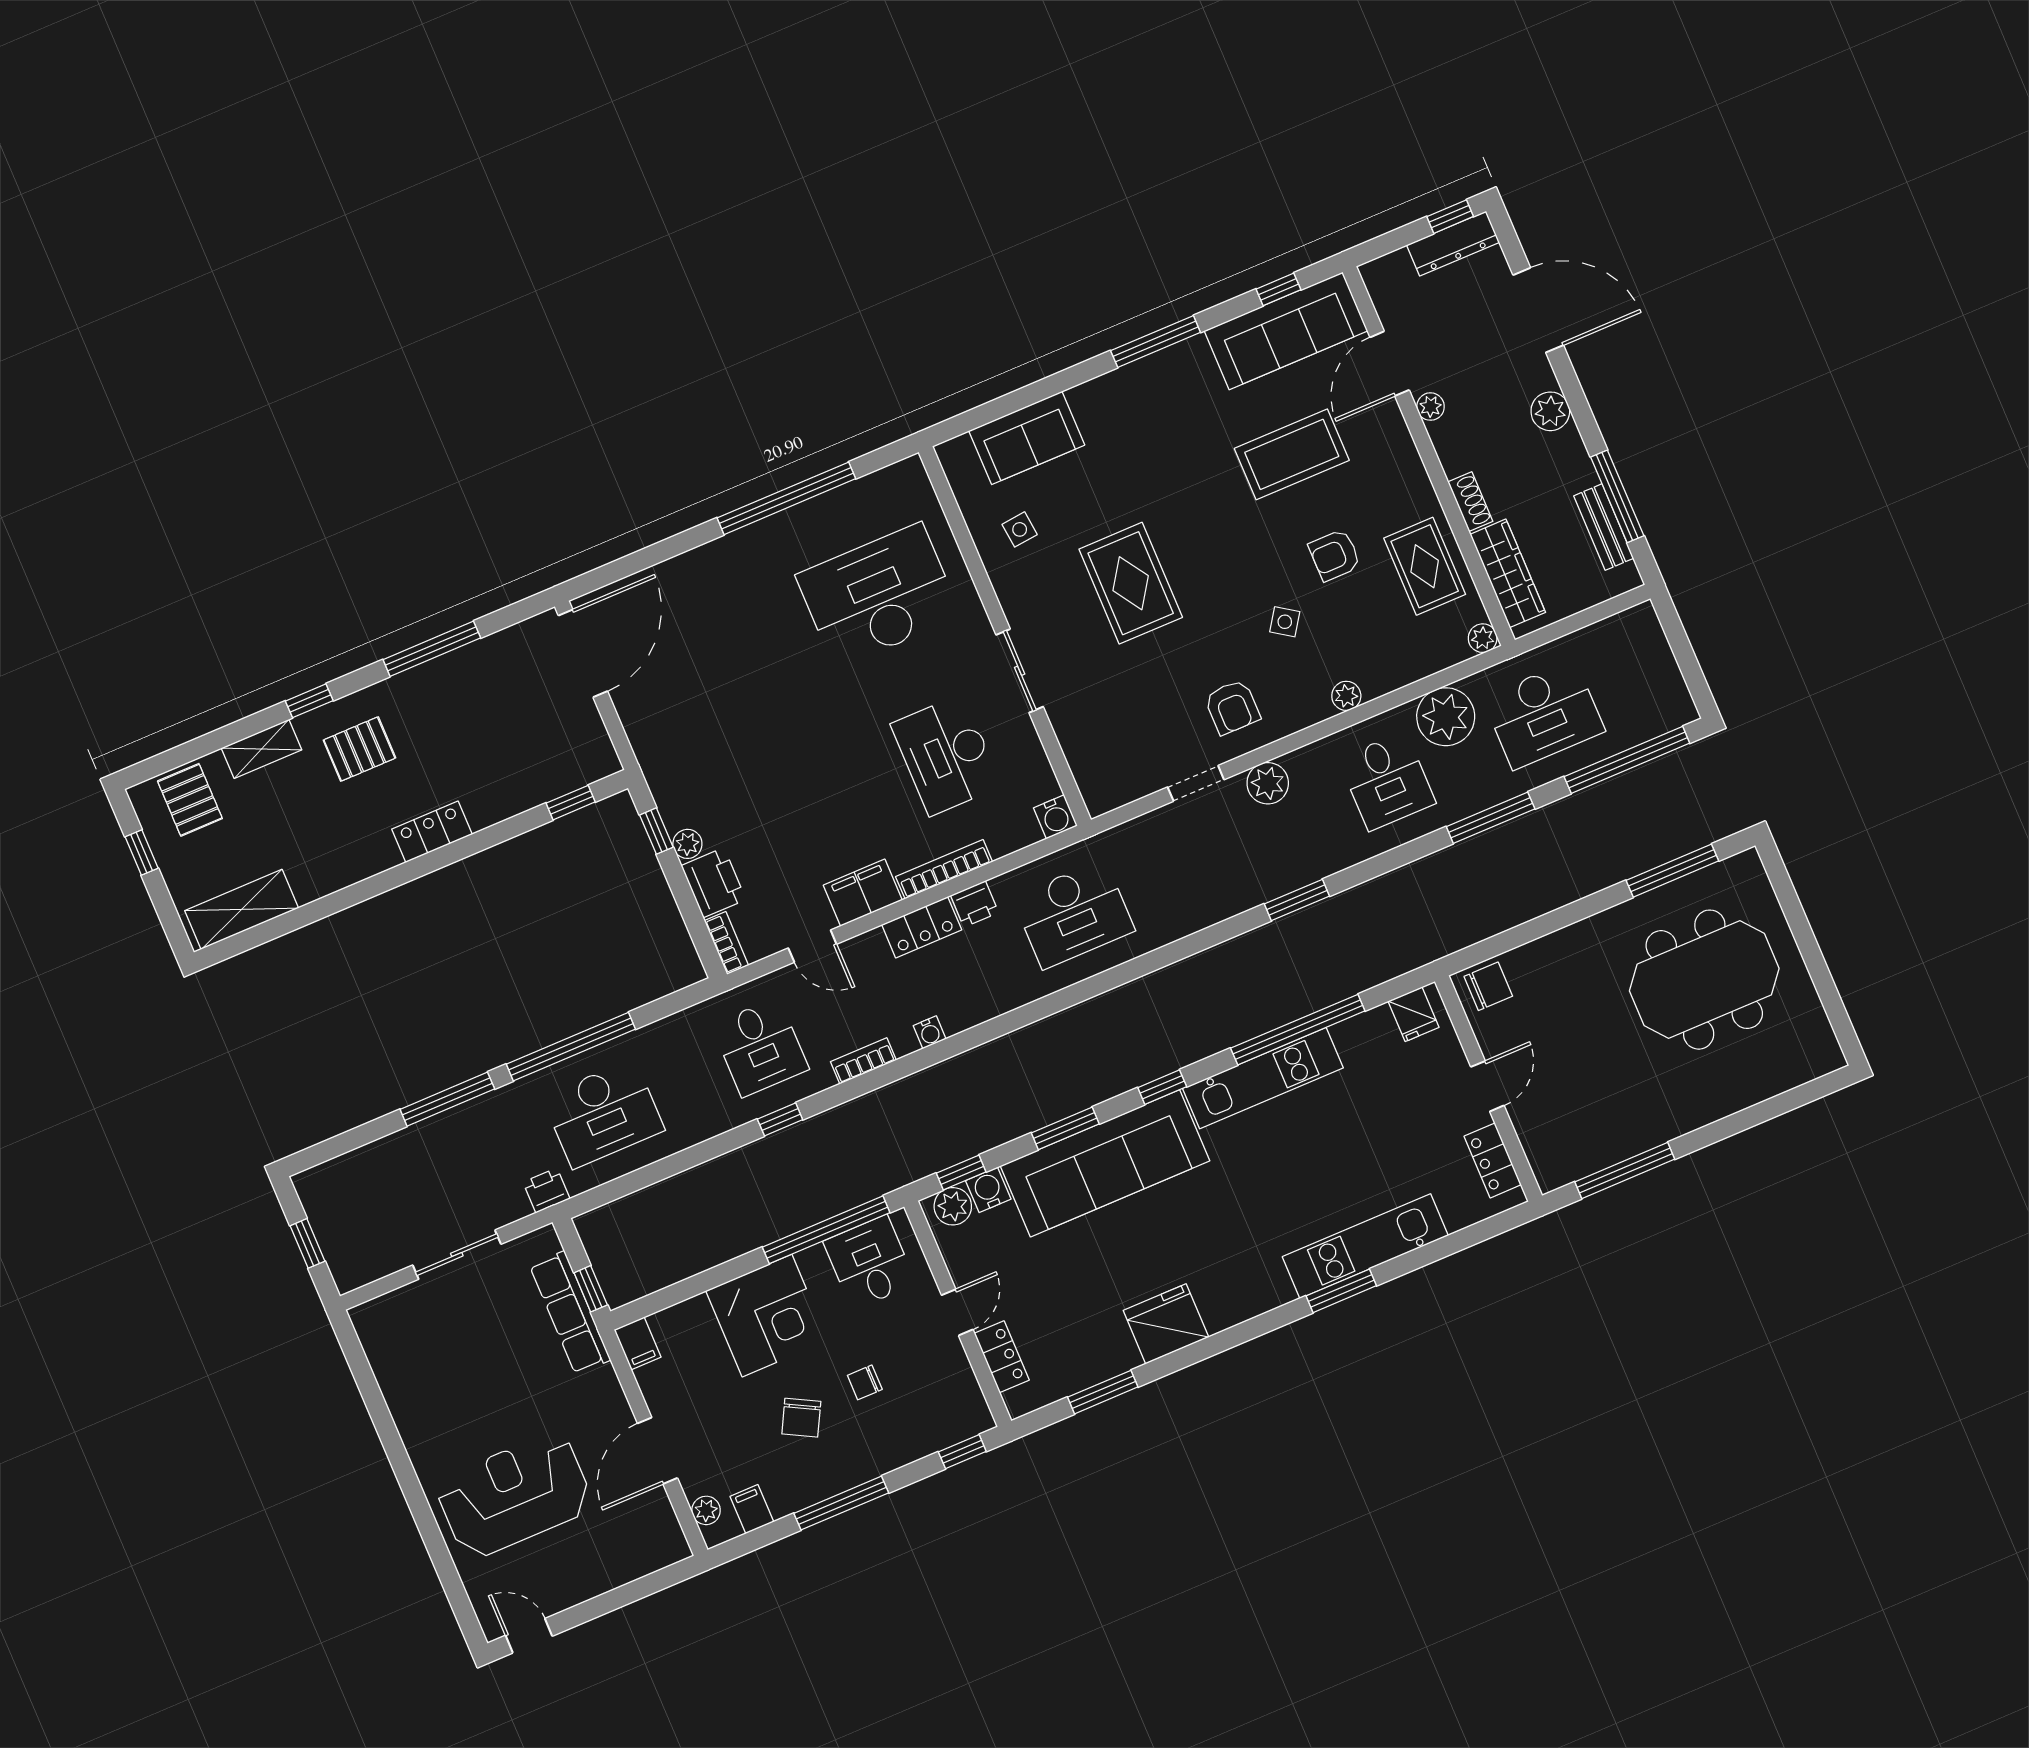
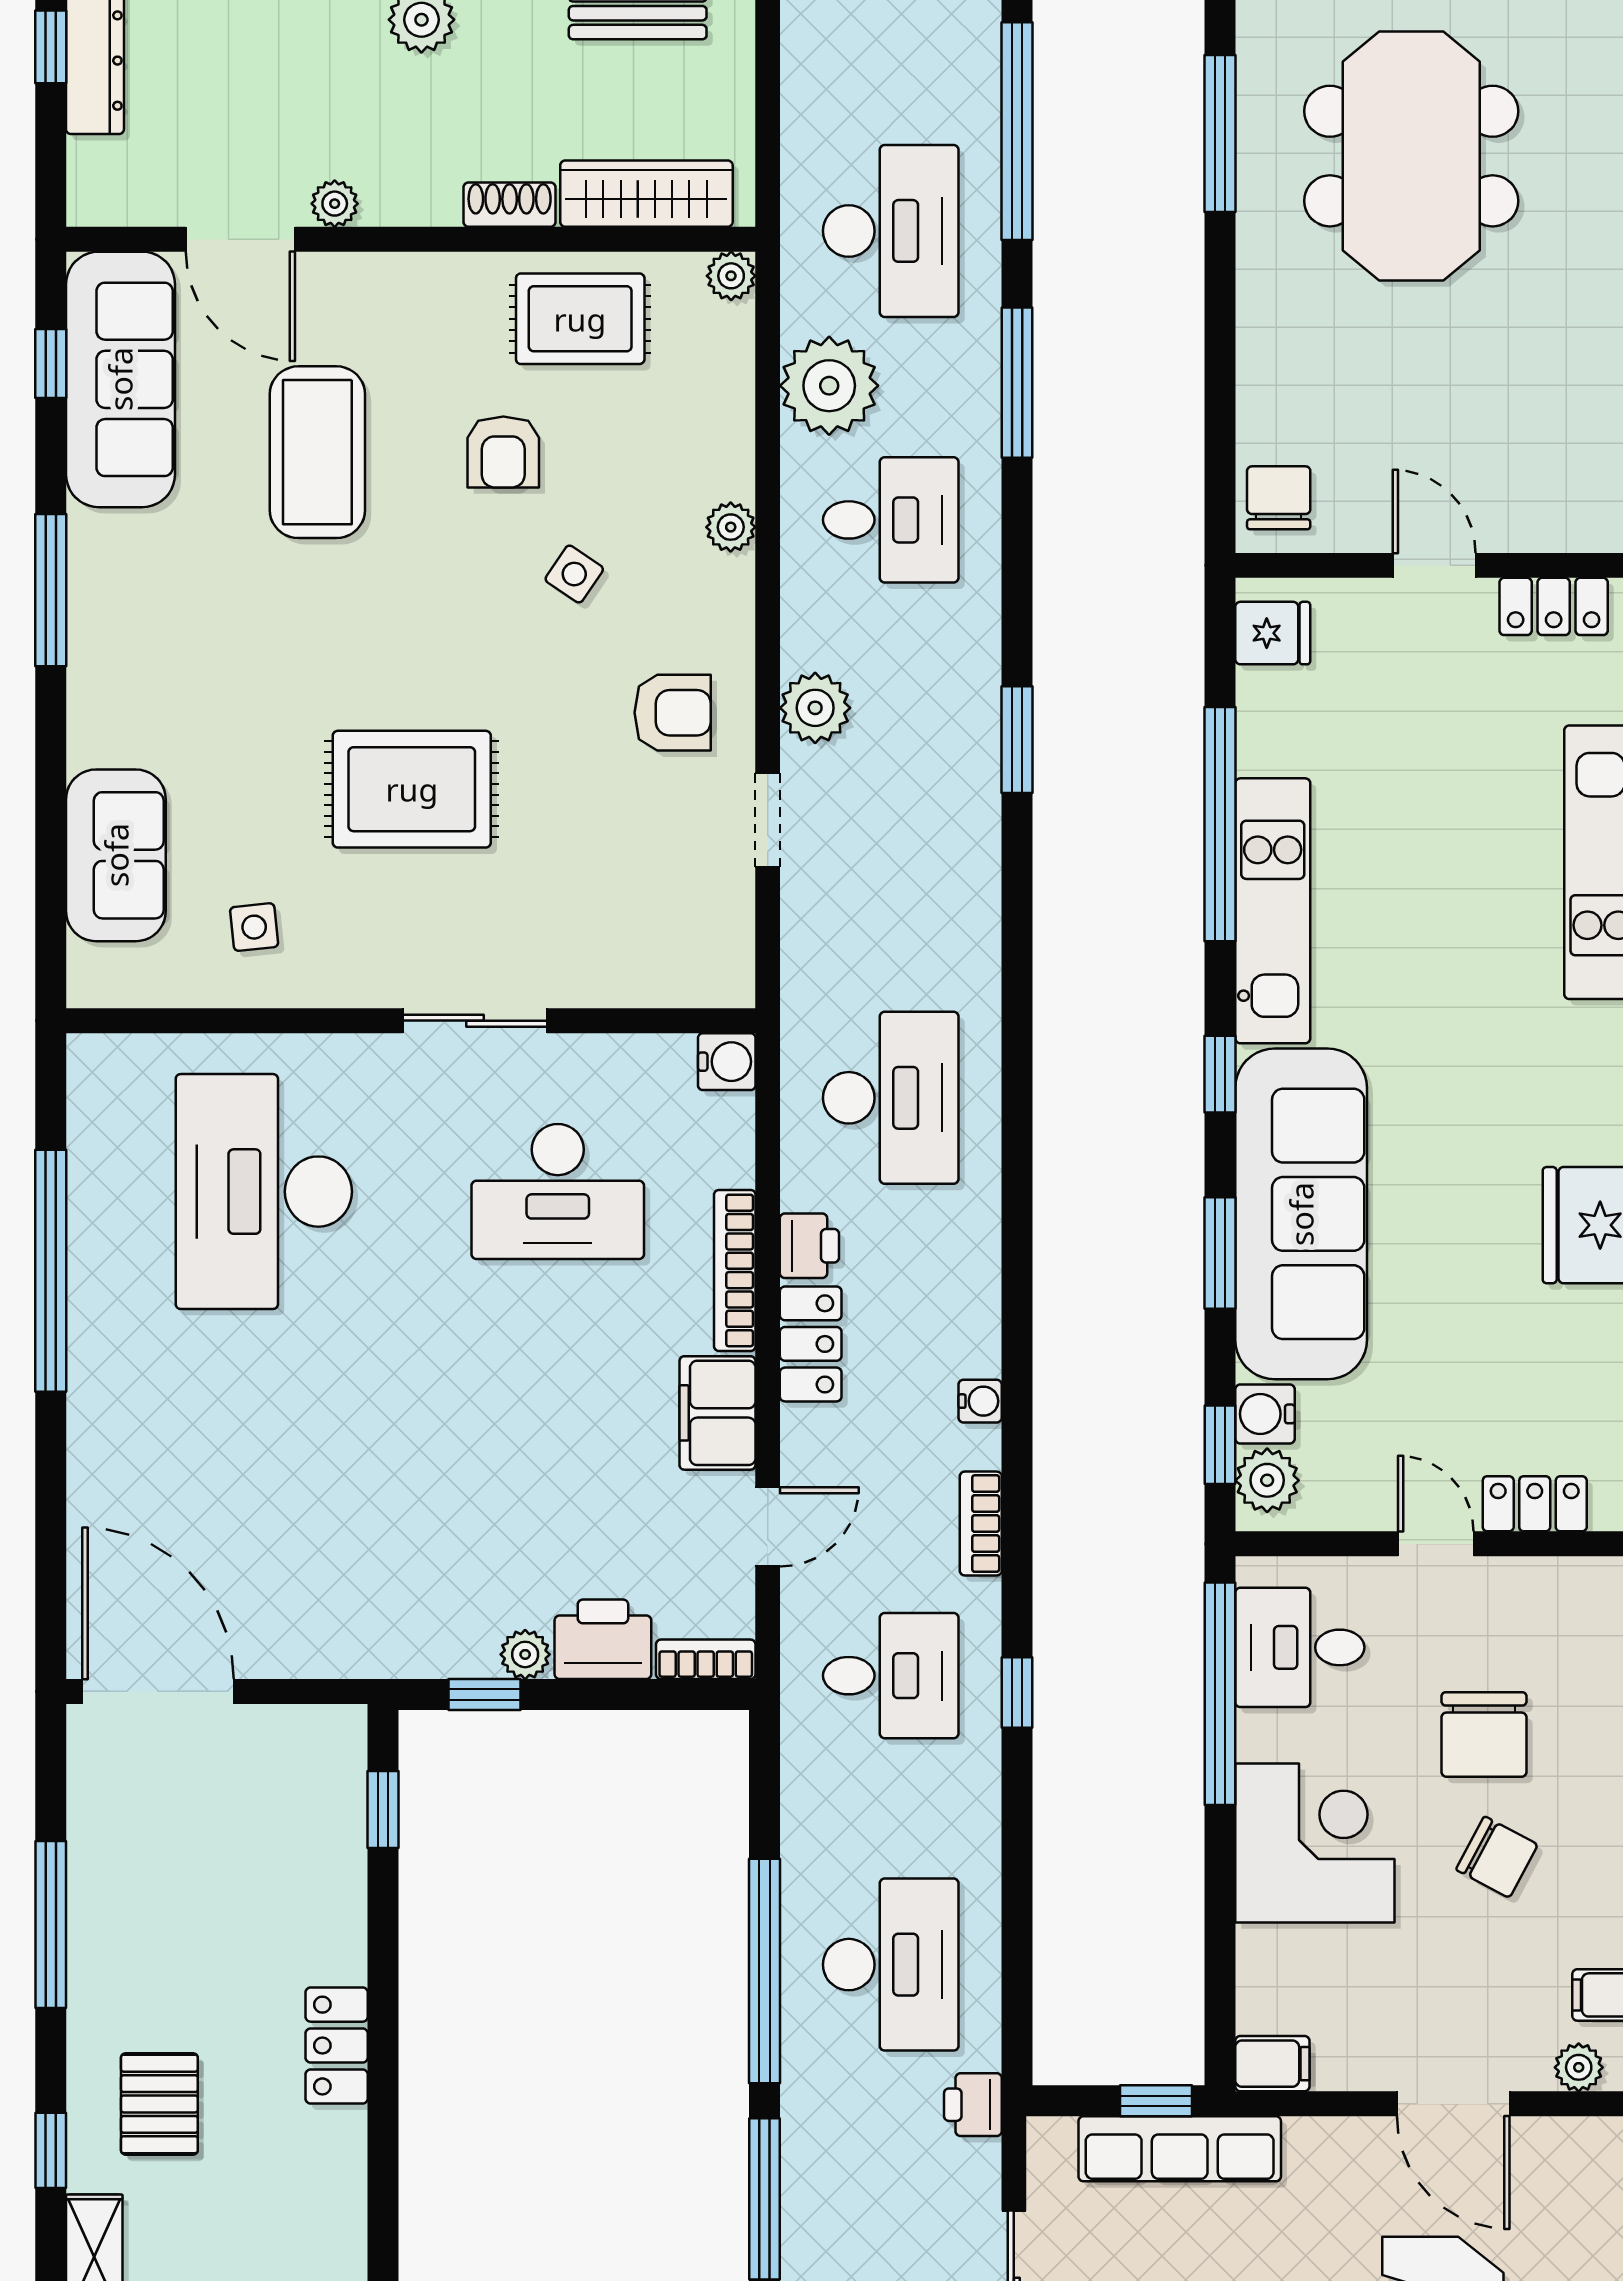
chair: (865, 1382) -> (1484, 1734), width x1.87, depth x1.87

